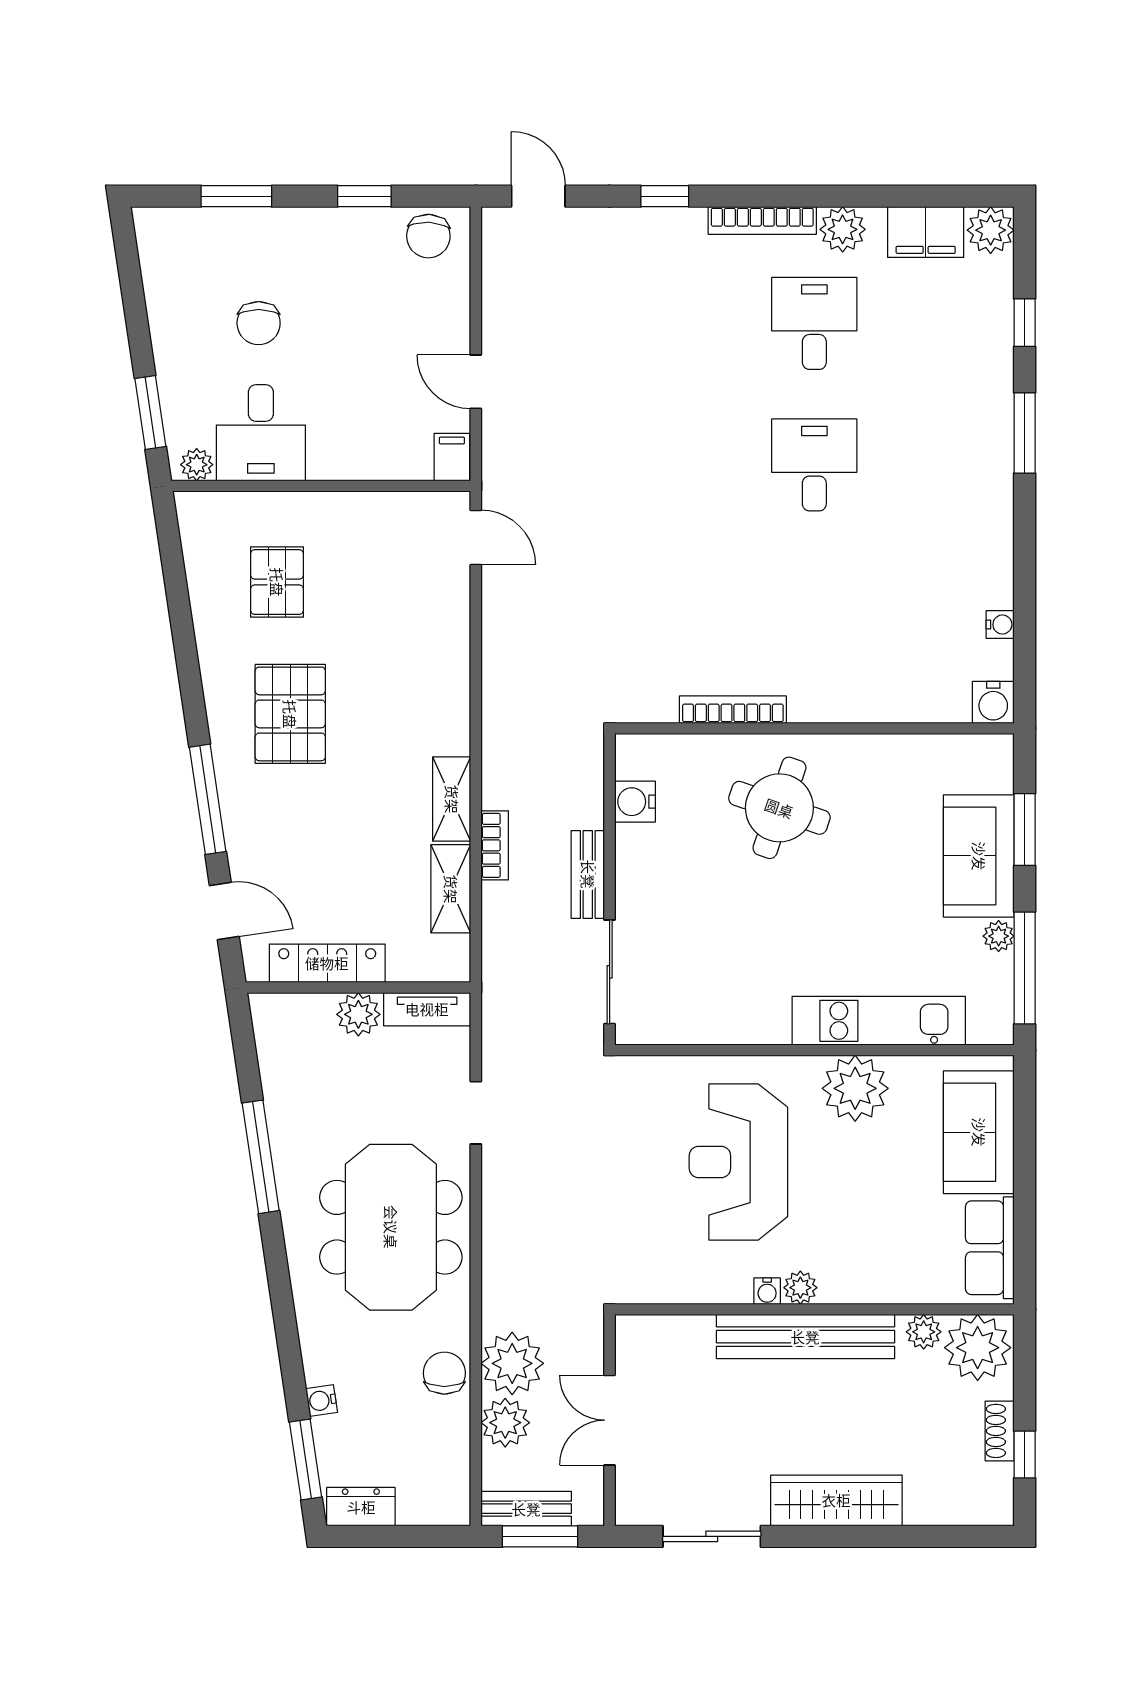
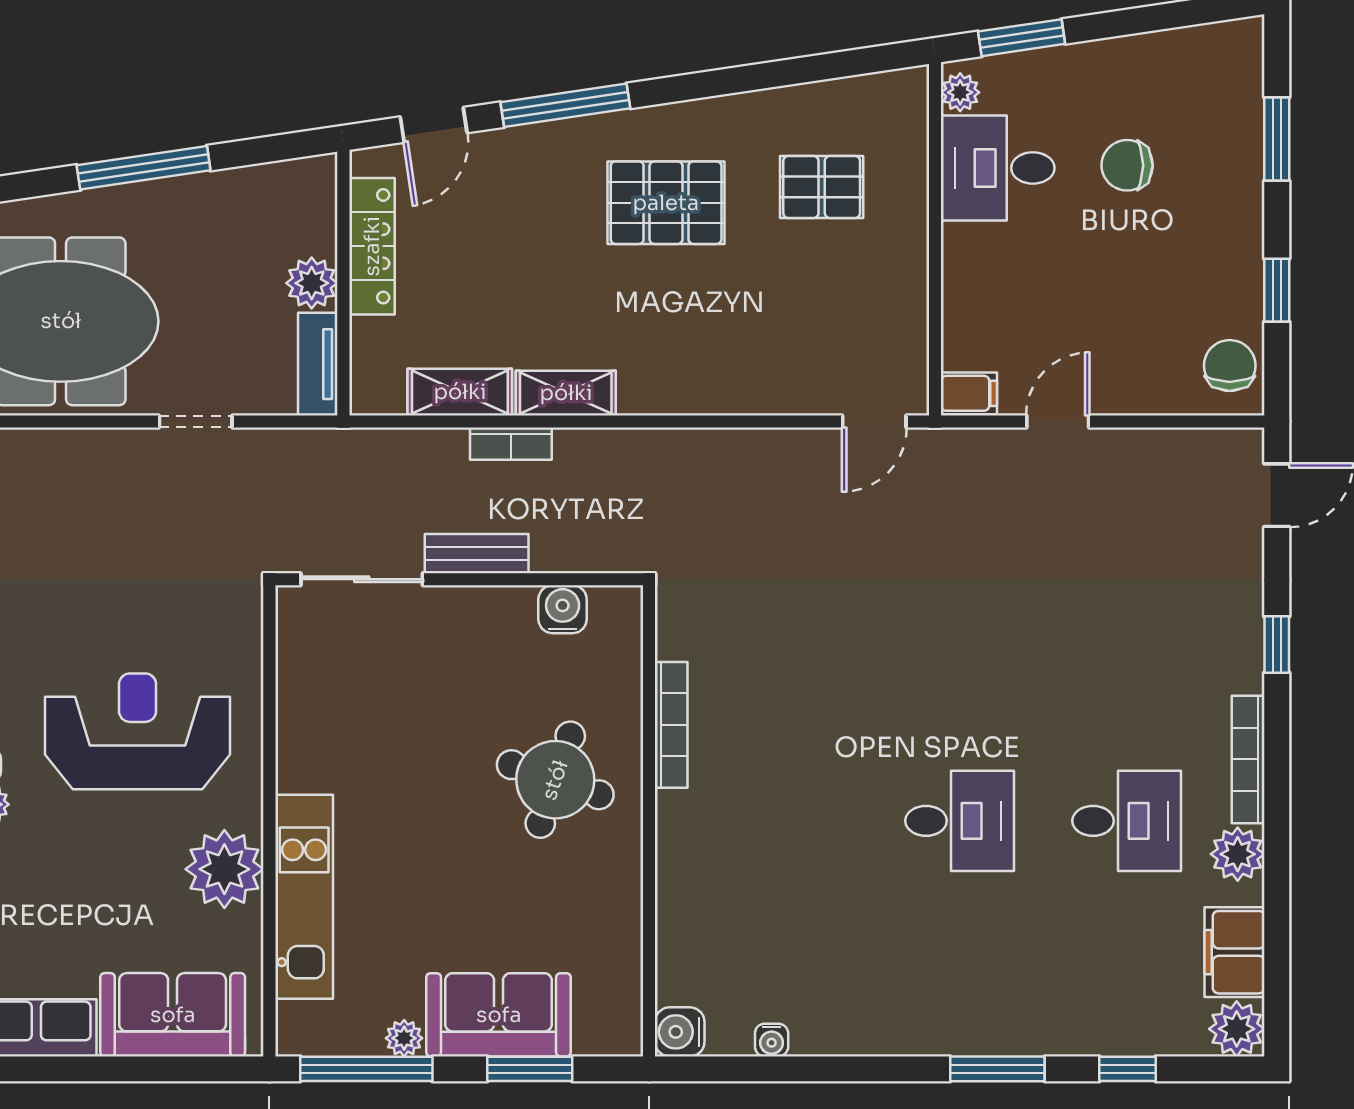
chair: (428, 236) -> (1230, 366), turned 87

